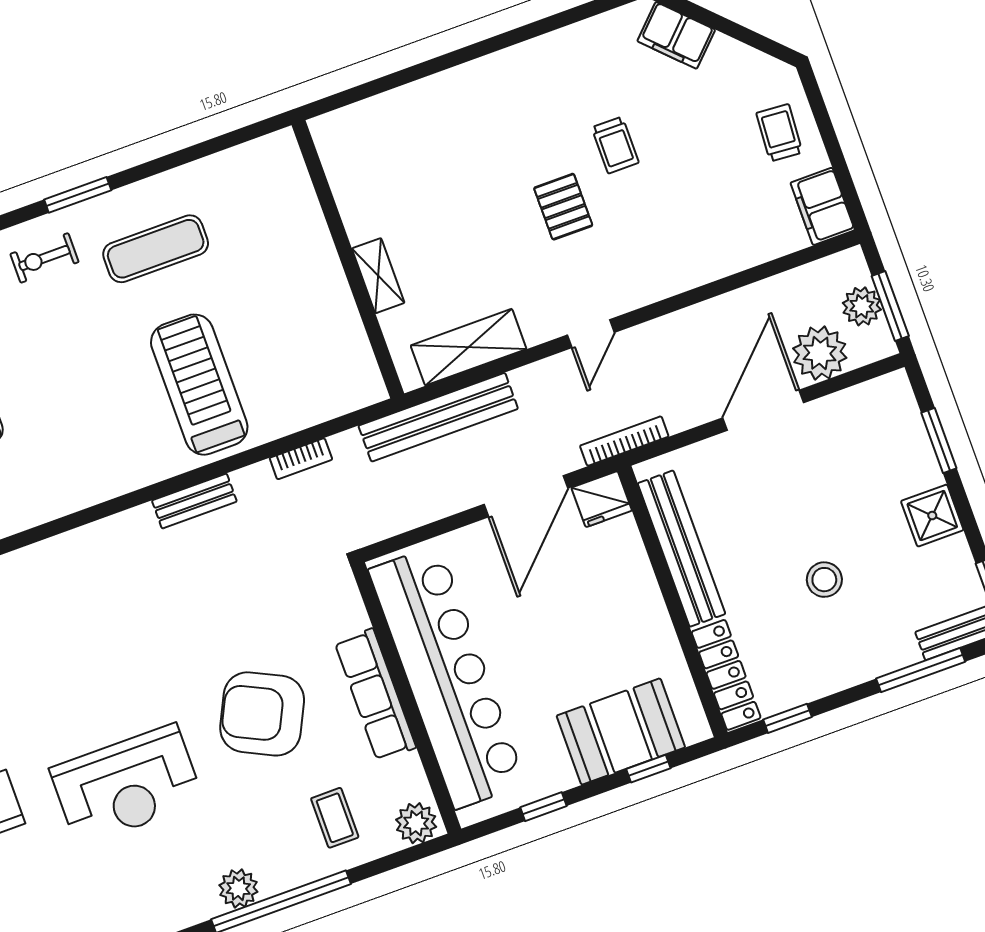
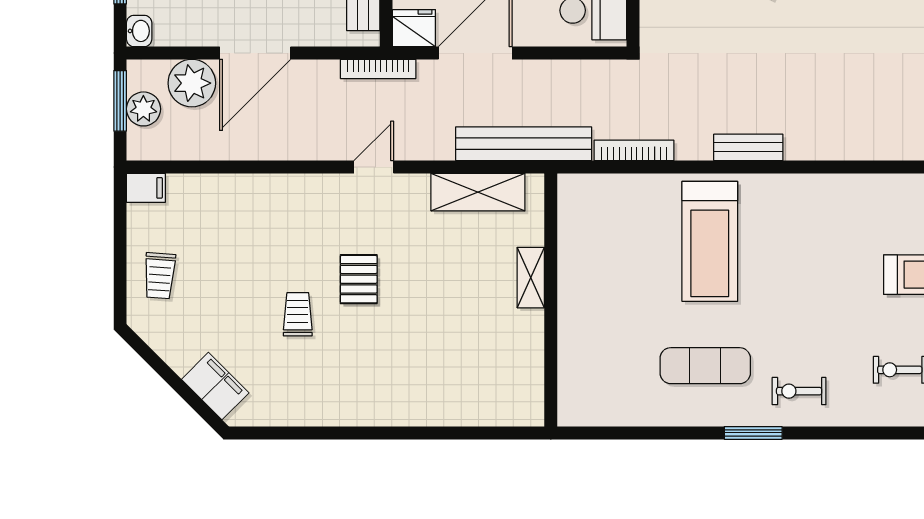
filing cabinet: (823, 206) -> (146, 188), width x0.50
exercise bike: (44, 258) -> (799, 391), turned 180
washbasin: (897, 389) -> (139, 31), added
bookcase: (301, 459) -> (634, 150), width x1.56

